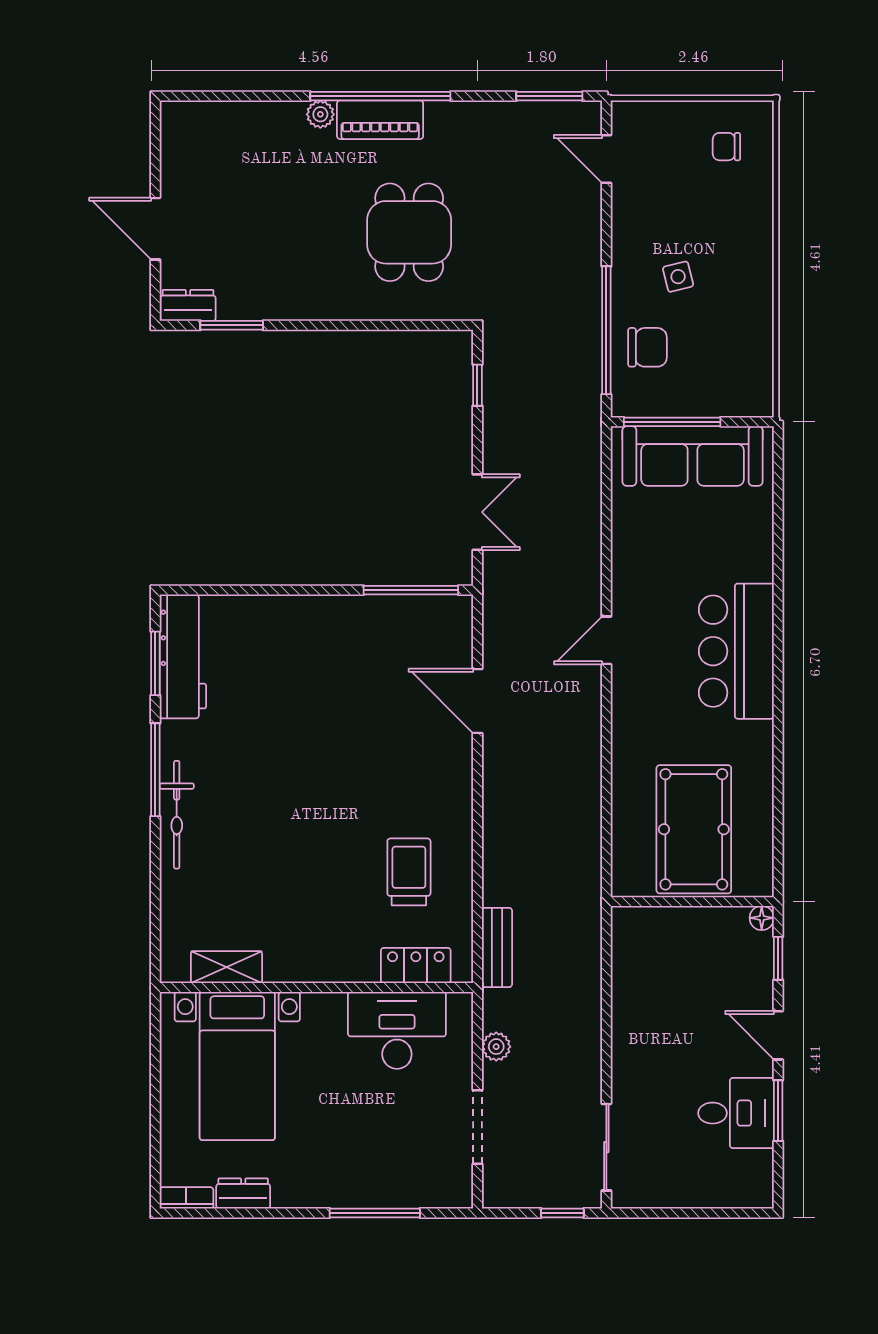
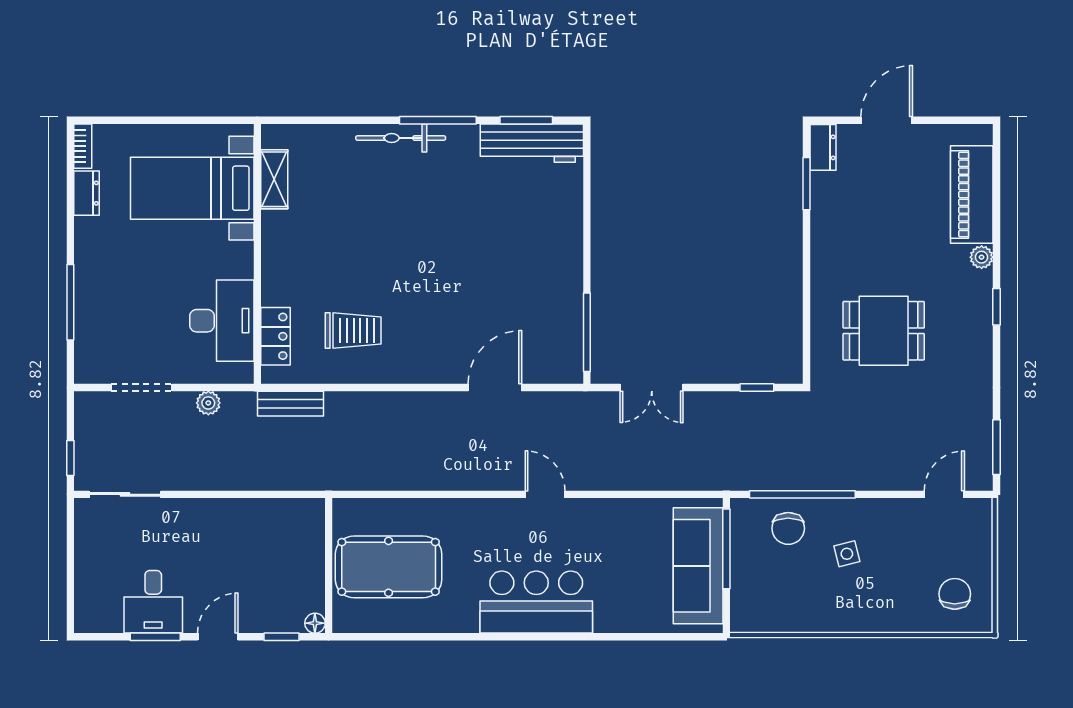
window: (380, 96) -> (997, 307), width x0.32
piano: (380, 120) -> (972, 194), moved, width x1.37, depth x1.33
chair: (726, 147) -> (955, 594), width x1.37, depth x1.37

